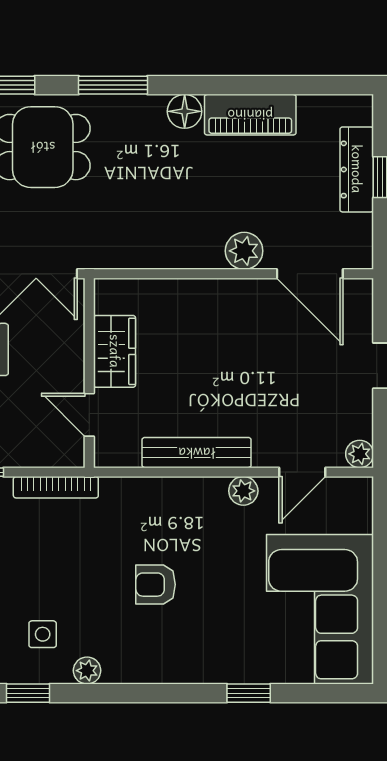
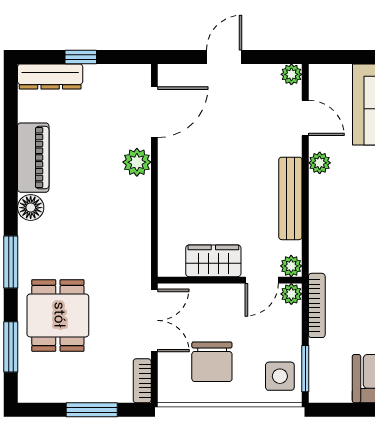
dresser: (357, 169) -> (50, 77), moved
plant: (71, 454) -> (291, 294), added
plant: (108, 454) -> (291, 266), added

